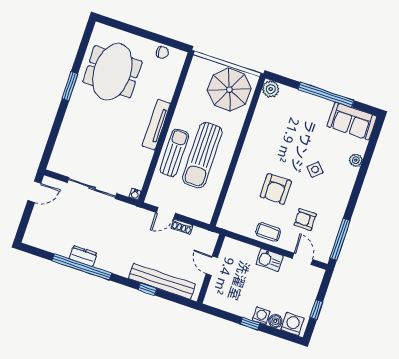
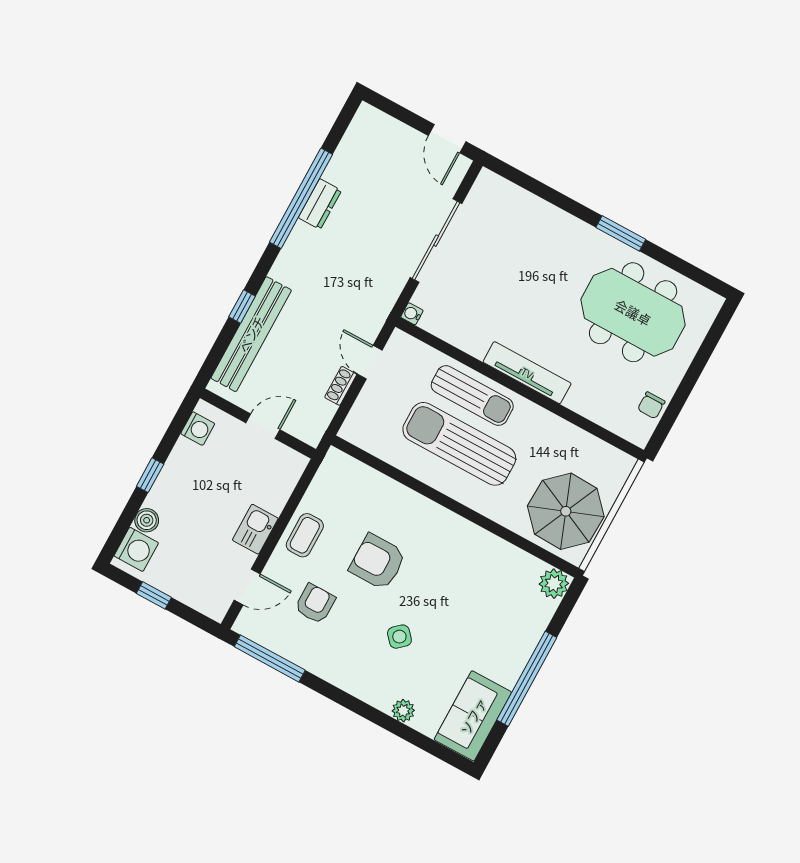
washing machine: (261, 316) -> (198, 429), moved

